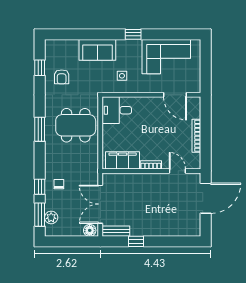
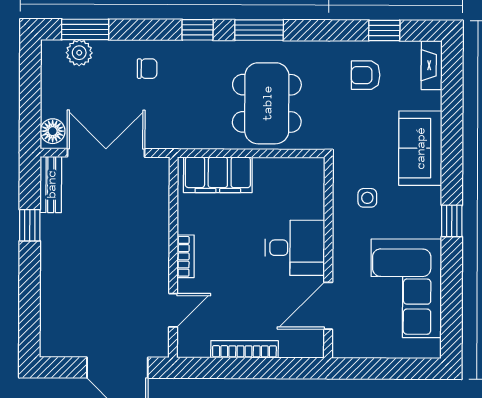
fireplace: (57, 44) -> (432, 65), added
desk: (117, 110) -> (295, 248), moved, turned 90
filing cabinet: (123, 160) -> (218, 175), moved, turned 90
window: (40, 187) -> (198, 30), moved

